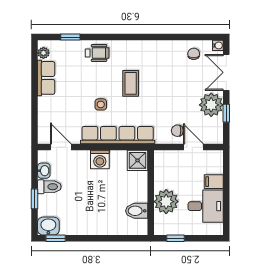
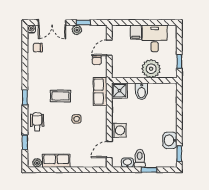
window: (129, 37) -> (25, 97), added
plant: (211, 105) -> (77, 30), width x0.53, depth x0.53
row of seats: (118, 135) -> (100, 92), width x0.50
washing machine: (100, 160) -> (119, 130), moved
bidet: (137, 211) -> (142, 91), moved
washbasin: (48, 226) -> (170, 140), moved

